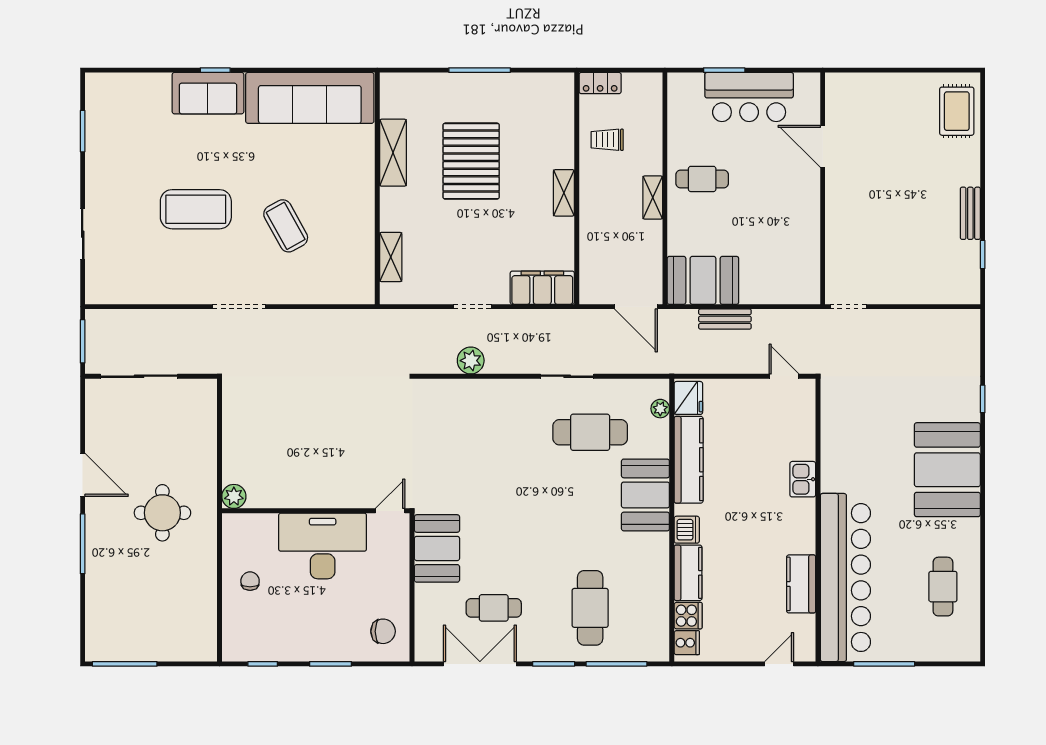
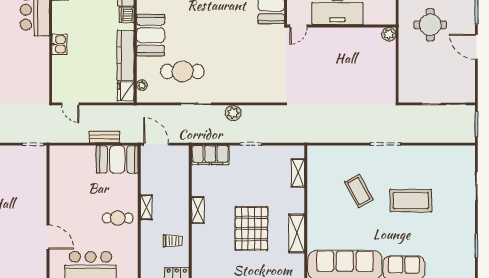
plant: (471, 361) -> (233, 113), moved

